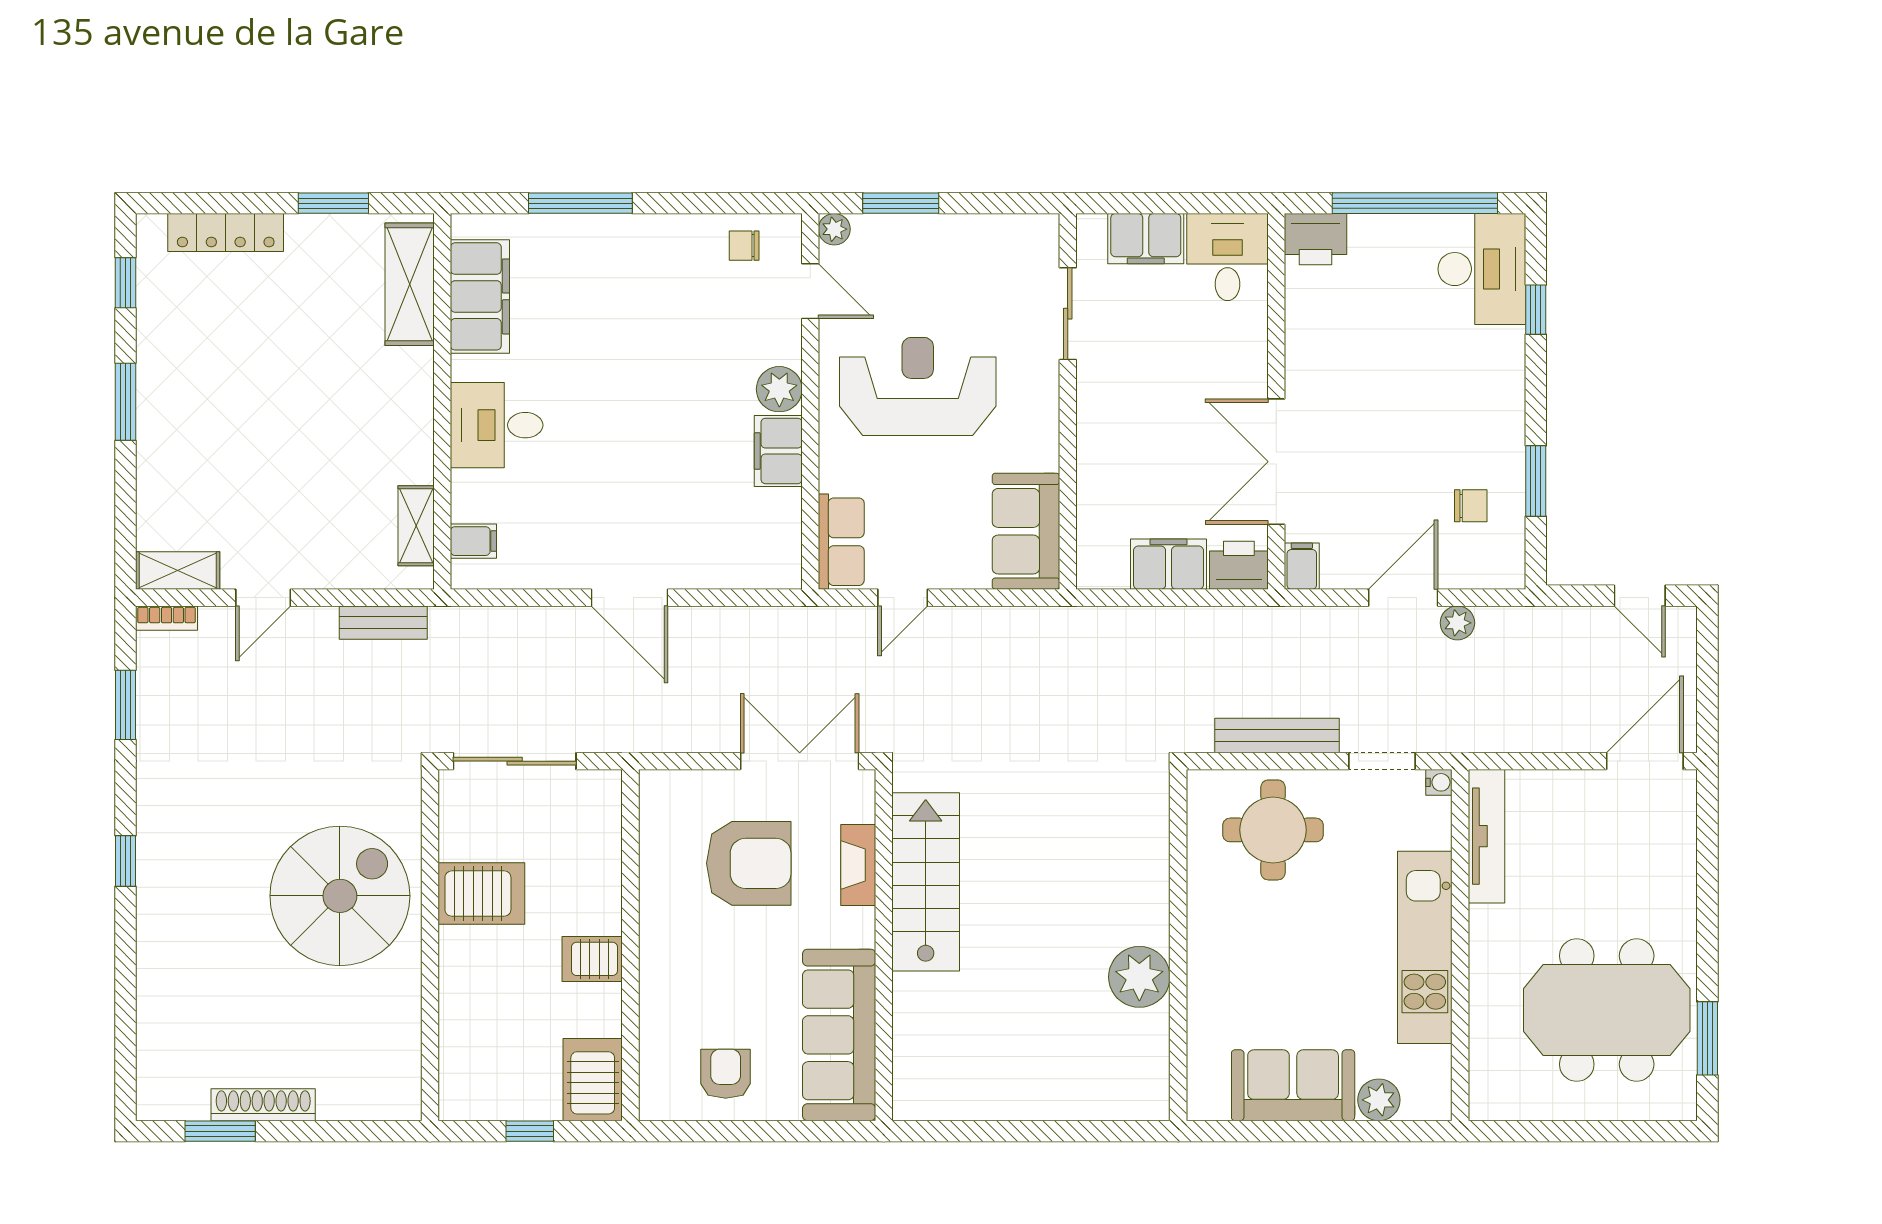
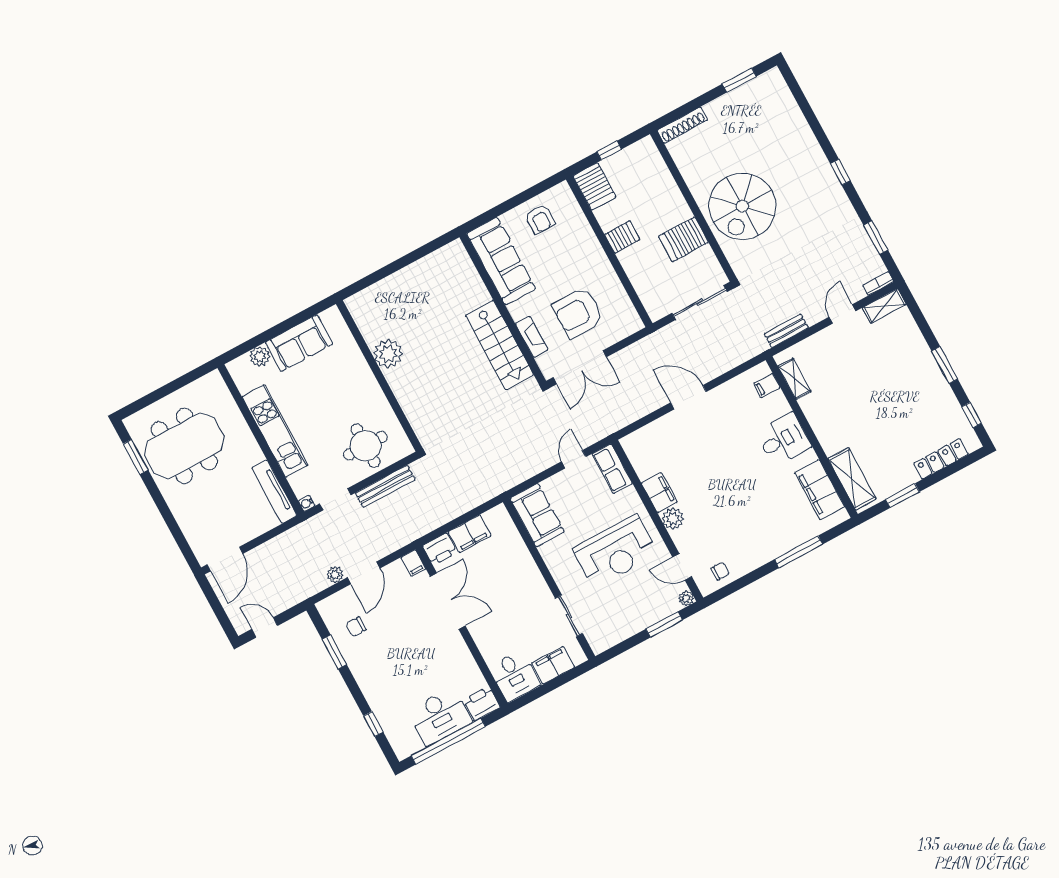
desk: (1482, 269) -> (440, 716), moved, turned -90
shoe rack: (263, 1105) -> (682, 125), moved

